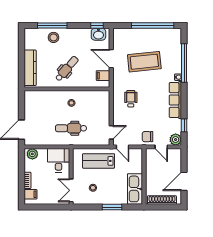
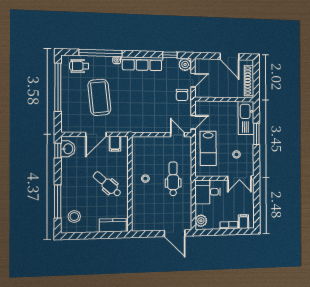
stool: (54, 37) -> (74, 217), moved
kitchen counter: (30, 68) -> (113, 225), width x0.67
wheelchair: (131, 99) -> (79, 66), moved
dental chair: (71, 128) -> (173, 179), turned 180
kitchen sink: (135, 189) -> (246, 118), moved, turned 90

